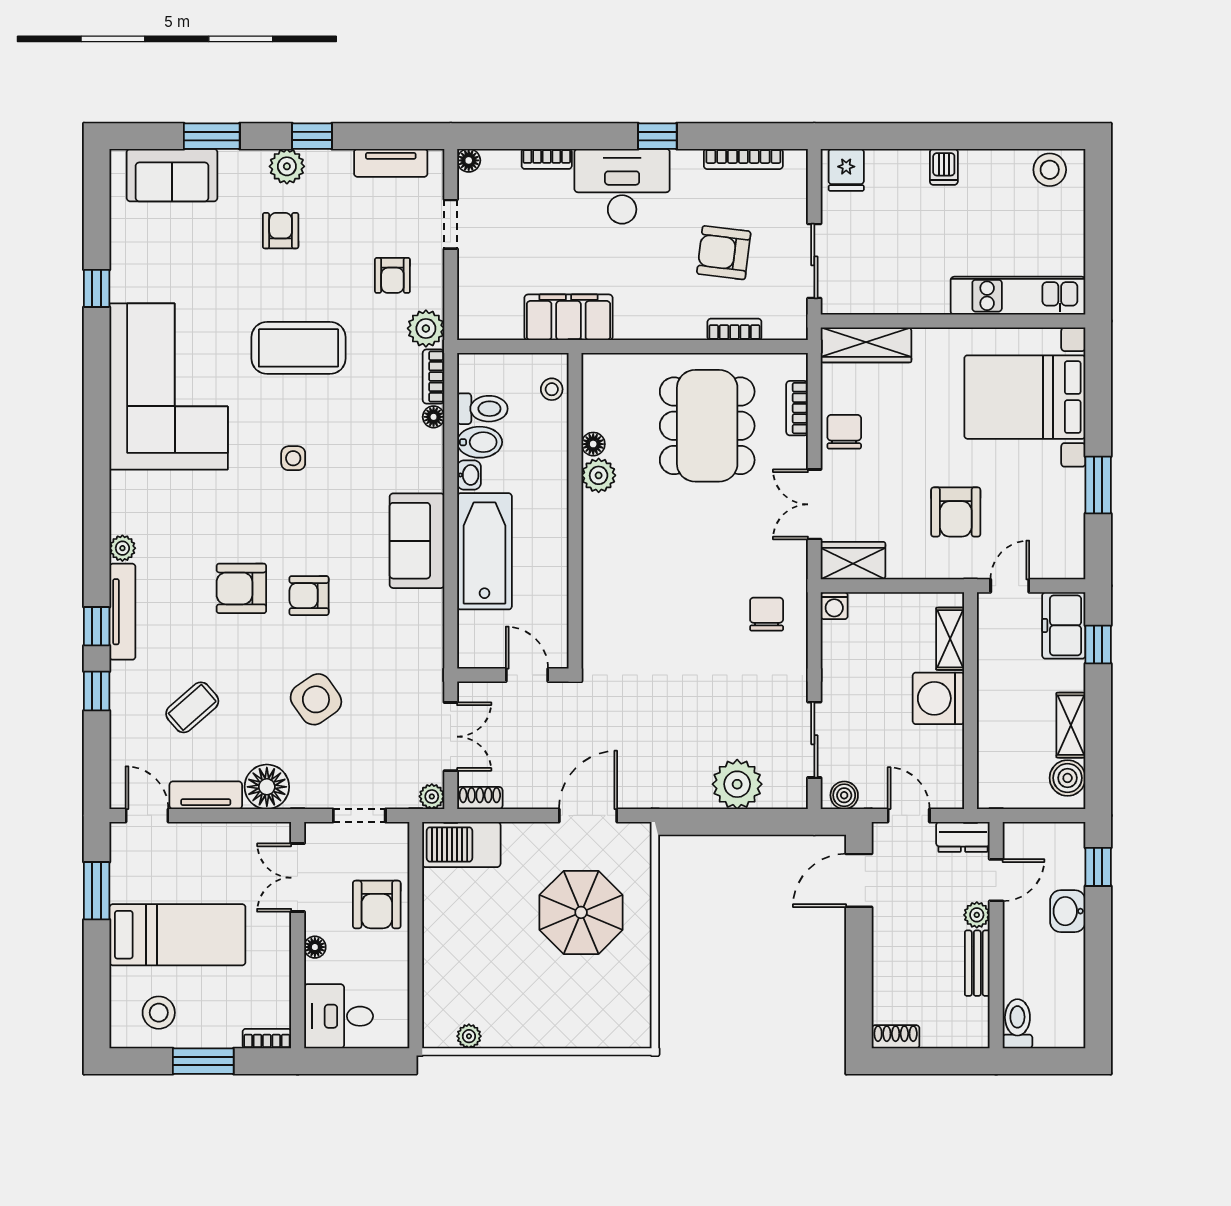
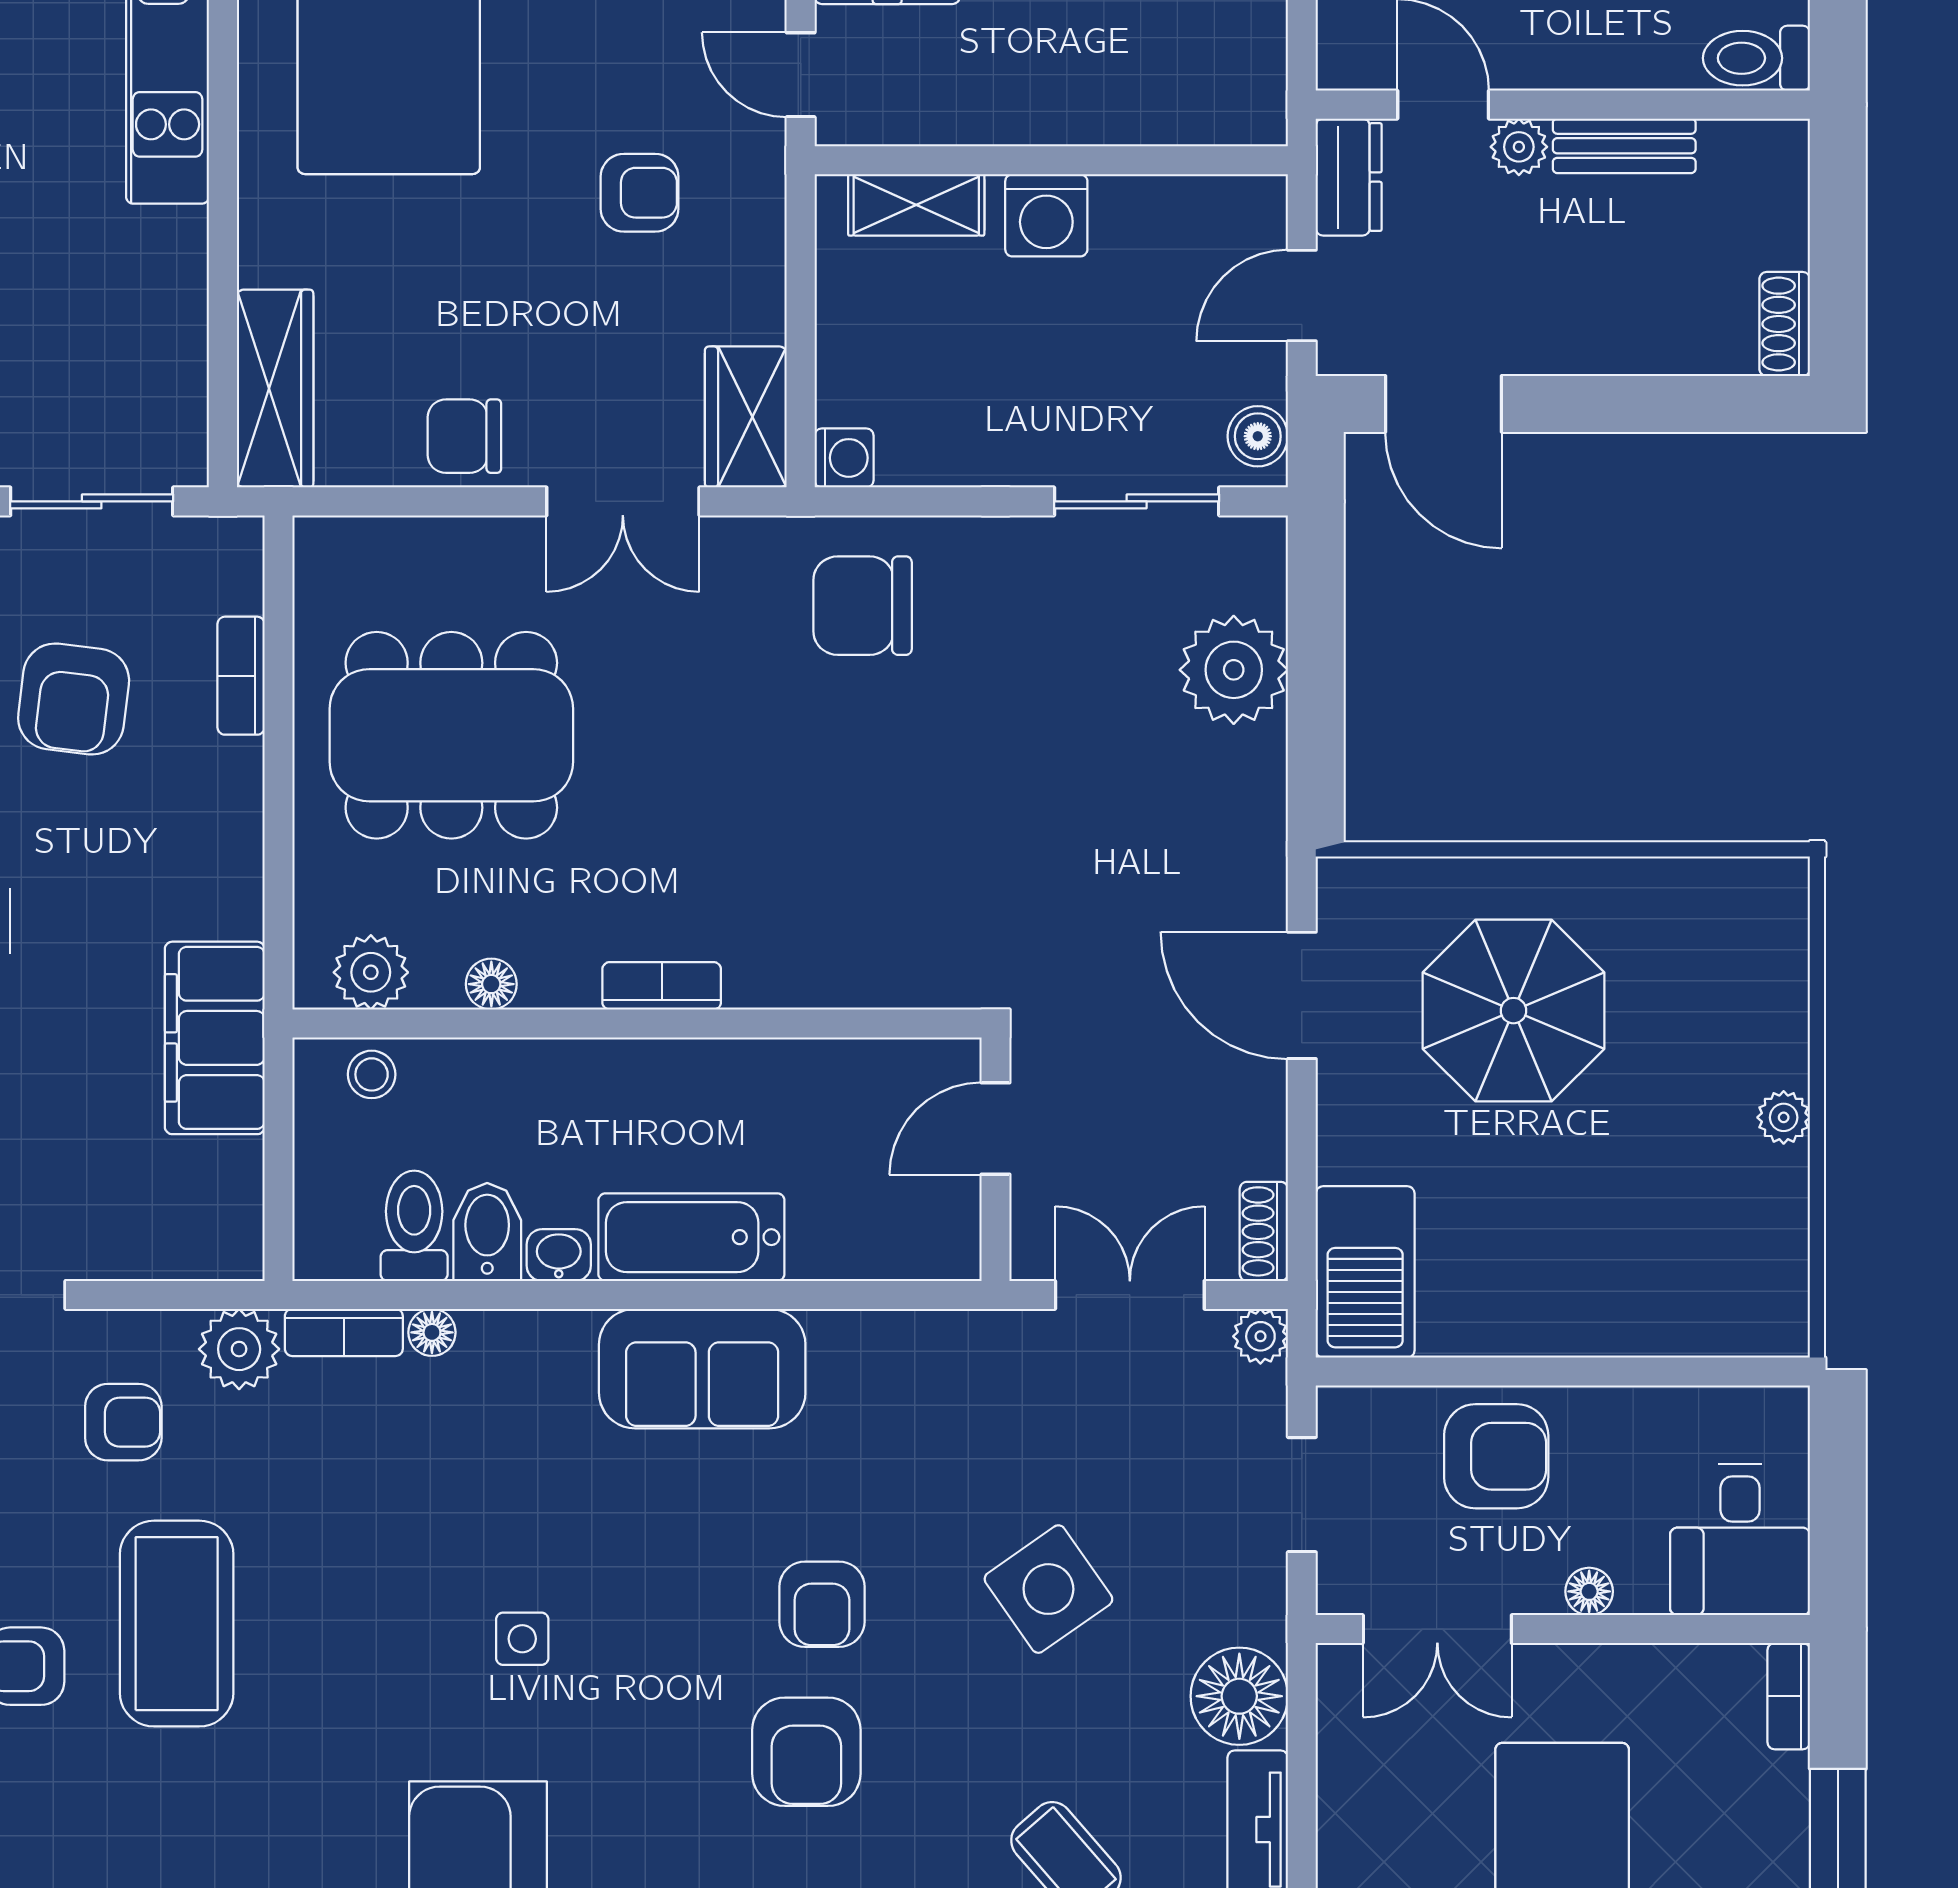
coffee table: (298, 348) -> (177, 1624), moved
bookcase: (797, 408) -> (662, 986), moved, turned 180
plant: (599, 475) -> (371, 972), moved
armchair: (956, 512) -> (640, 193), width x0.72, depth x0.72
bathtub: (485, 551) -> (691, 1237), width x0.73, depth x0.73
chair: (767, 614) -> (863, 606), width x1.37, depth x1.37
washing machine: (938, 698) -> (1046, 215), width x0.73, depth x0.73
plant: (469, 1036) -> (1784, 1117), moved

